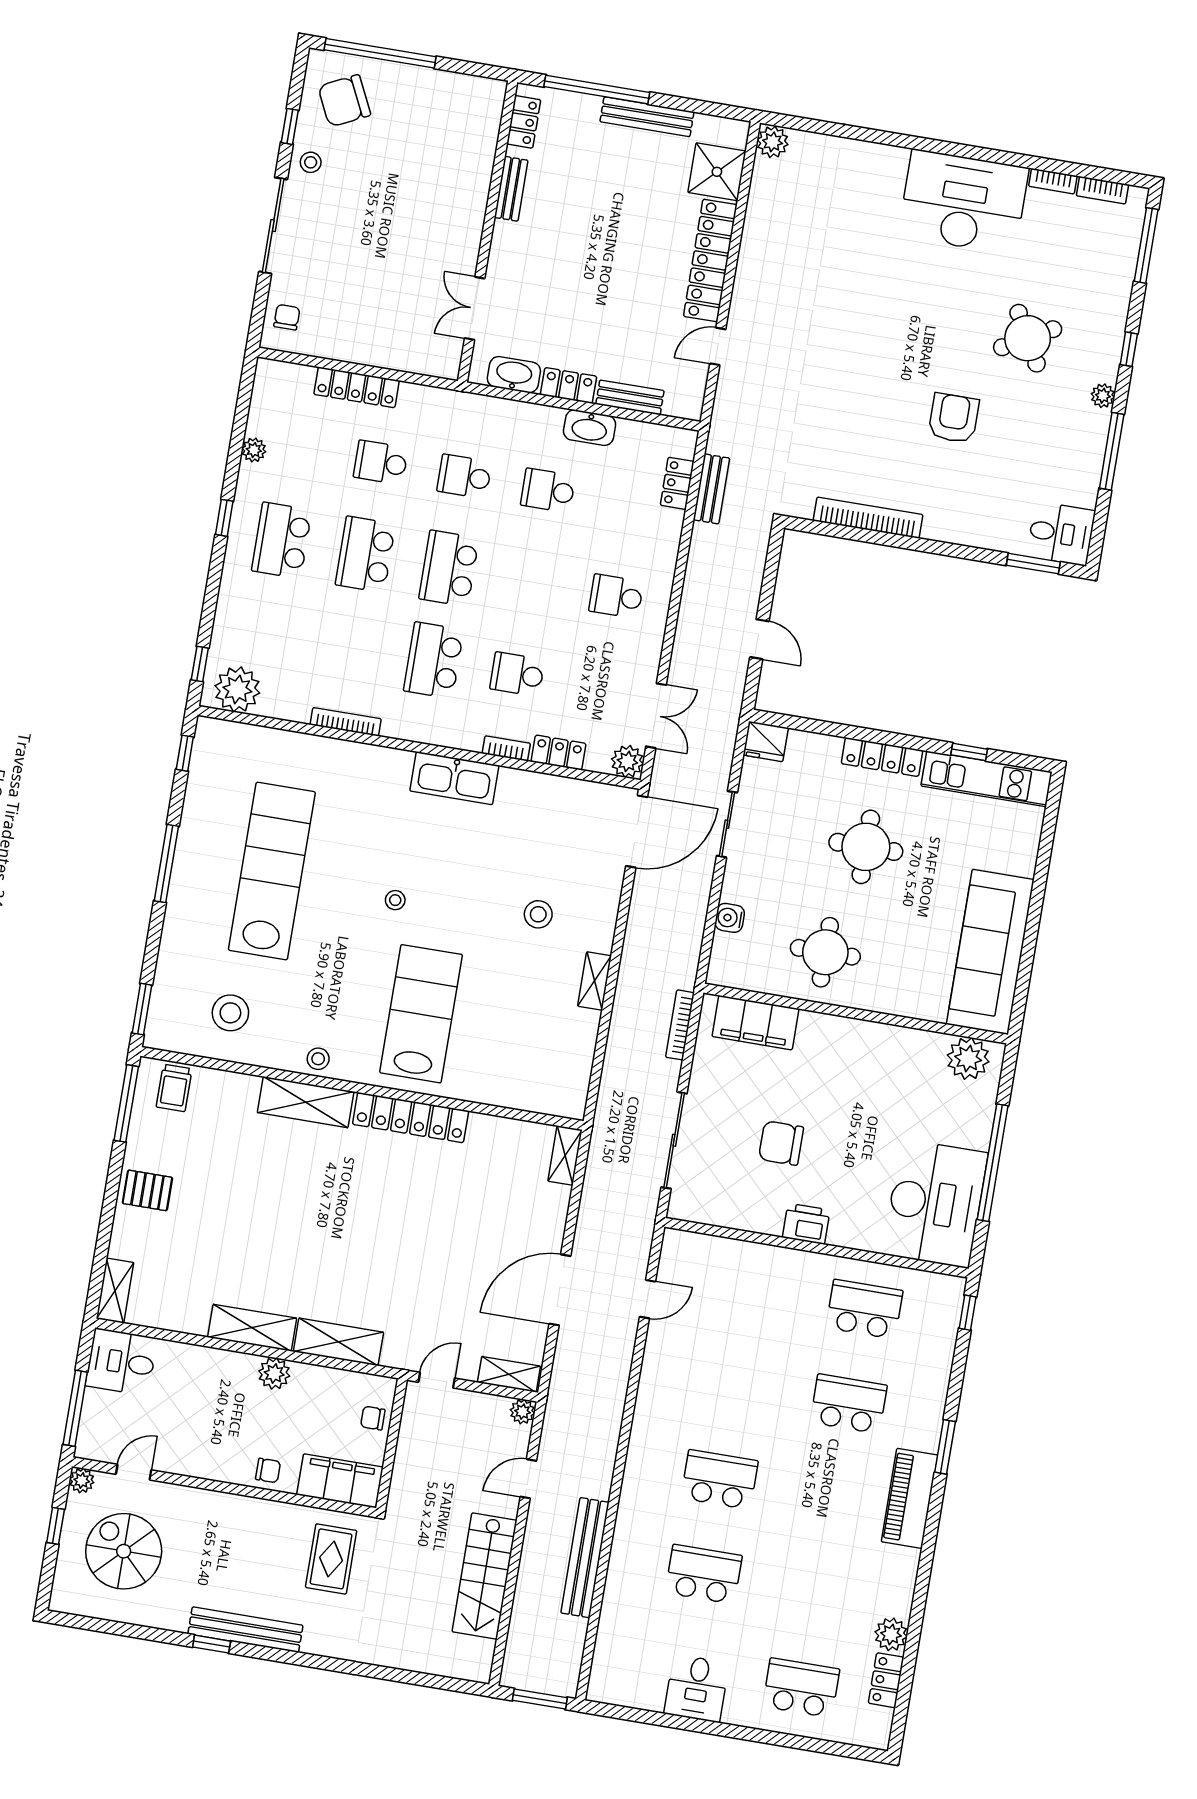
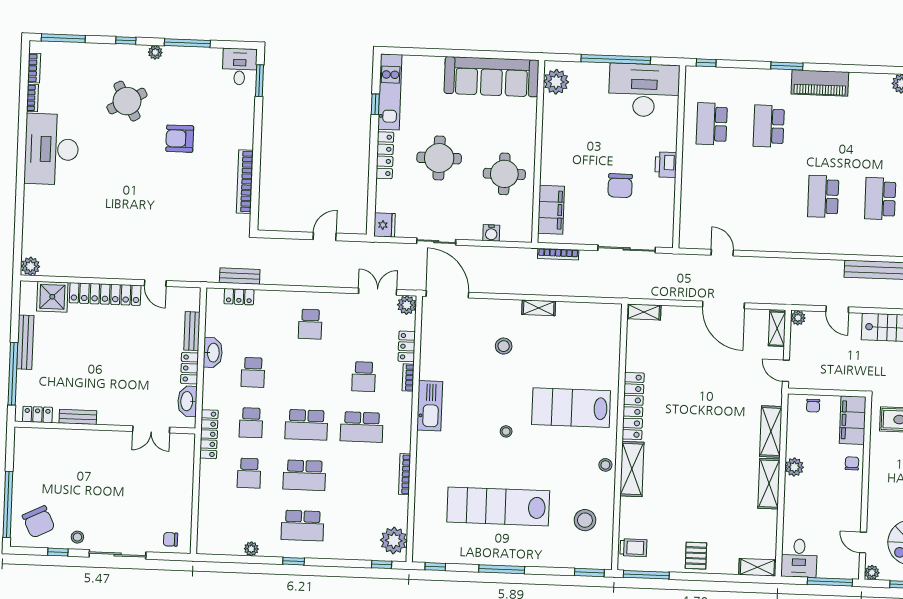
locker: (357, 387) -> (209, 434), moved

